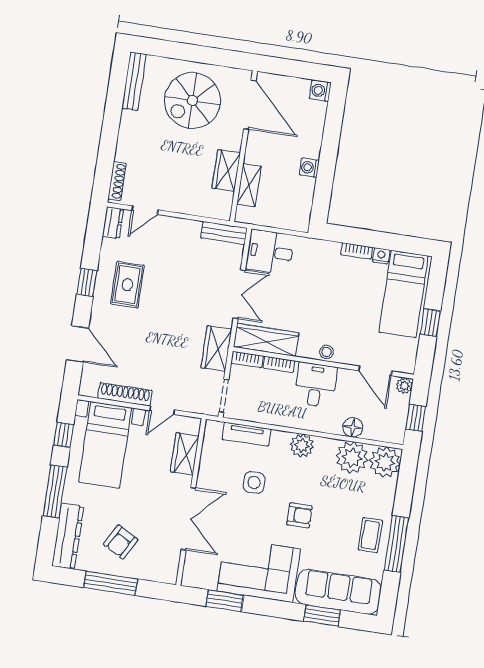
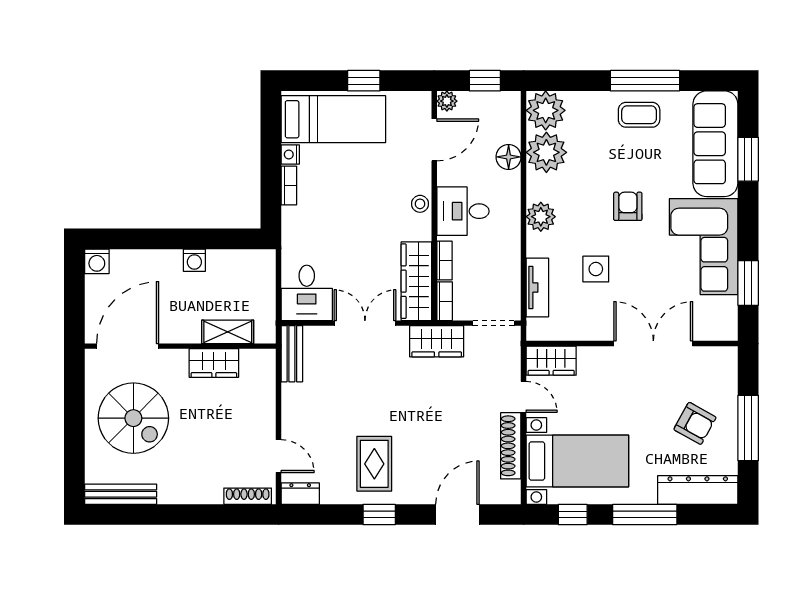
rug: (127, 285) -> (374, 464), turned 90
wardrobe: (185, 454) -> (551, 361), moved

